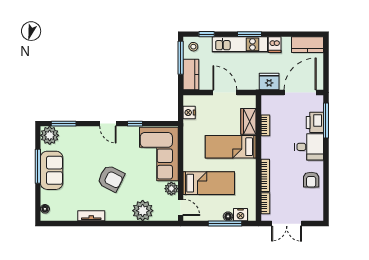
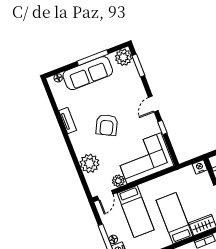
nightstand: (189, 113) -> (200, 167), moved
sofa: (52, 170) -> (88, 73), width x1.36

